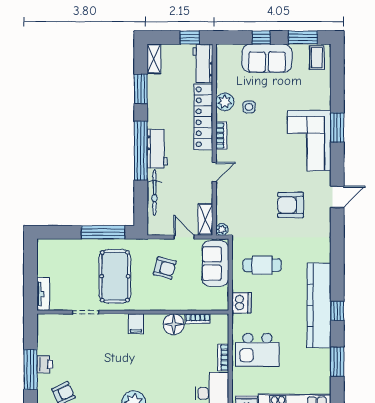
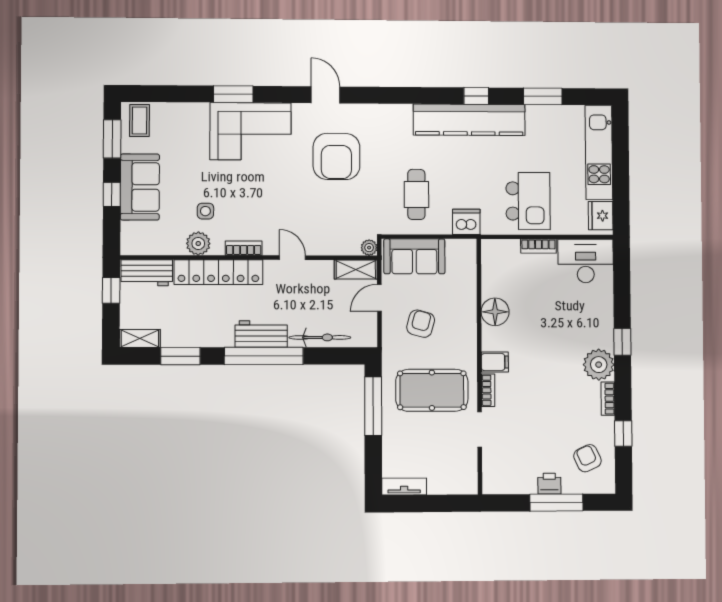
coffee table: (317, 58) -> (140, 120), turned 90
armchair: (291, 205) -> (336, 156), width x1.36, depth x1.36
tv unit: (43, 294) -> (404, 486), moved
bookcase: (198, 319) -> (488, 390), moved

